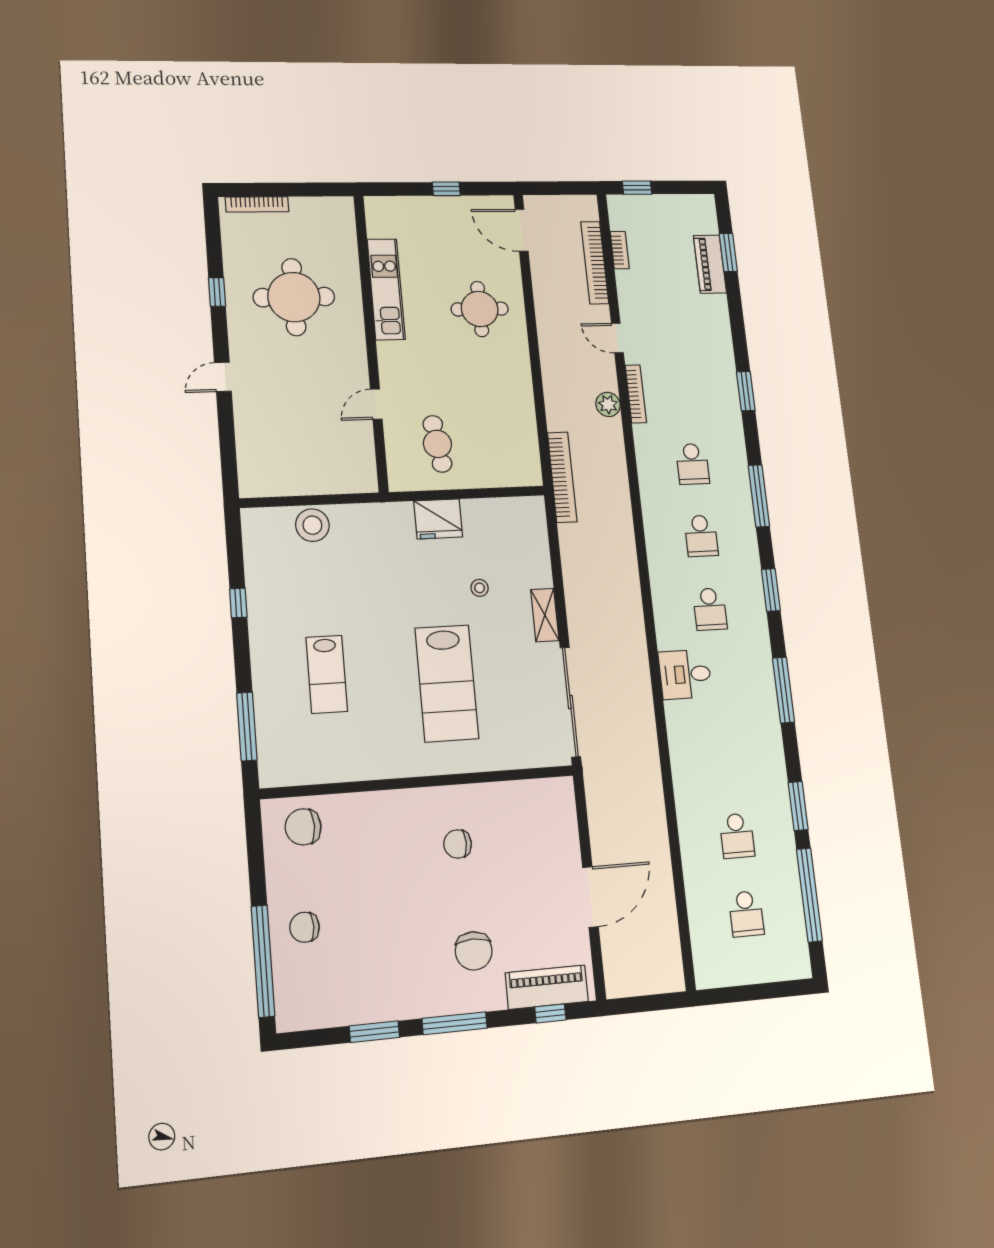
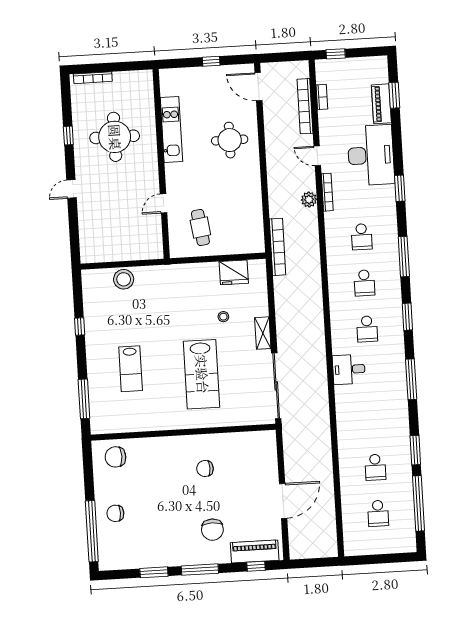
desk: (699, 340) -> (371, 155), added
fridge: (438, 519) -> (234, 272), moved

